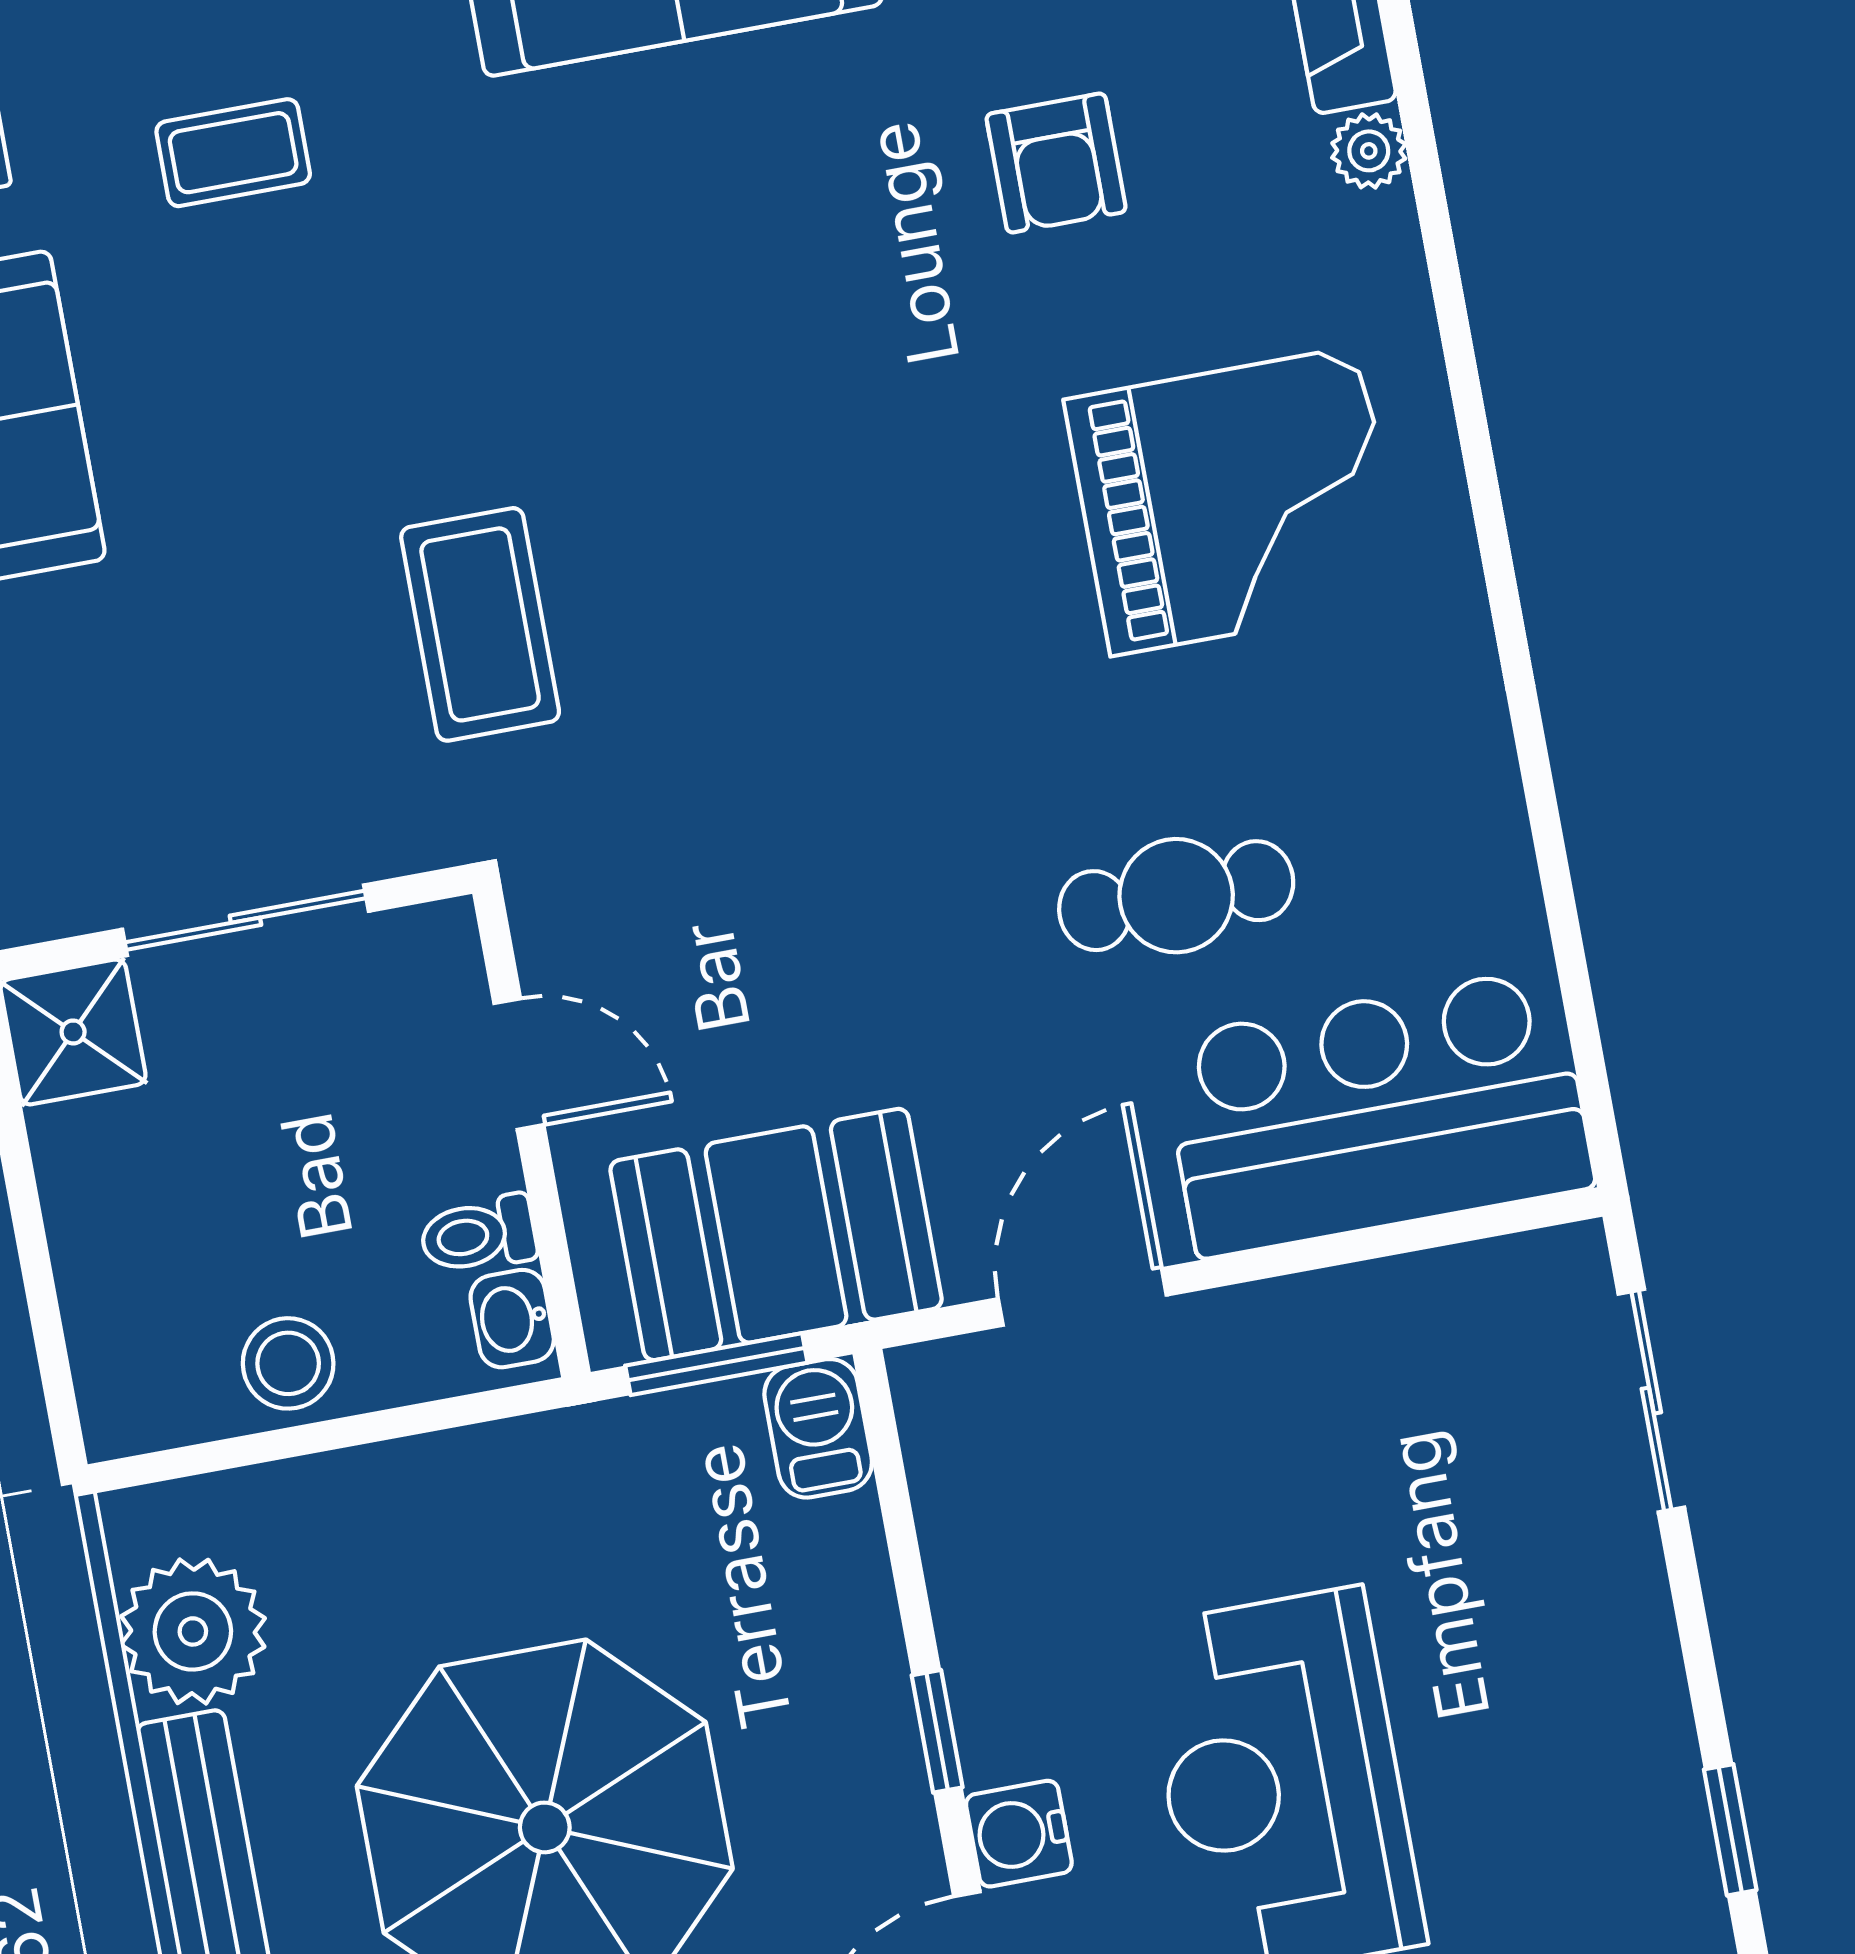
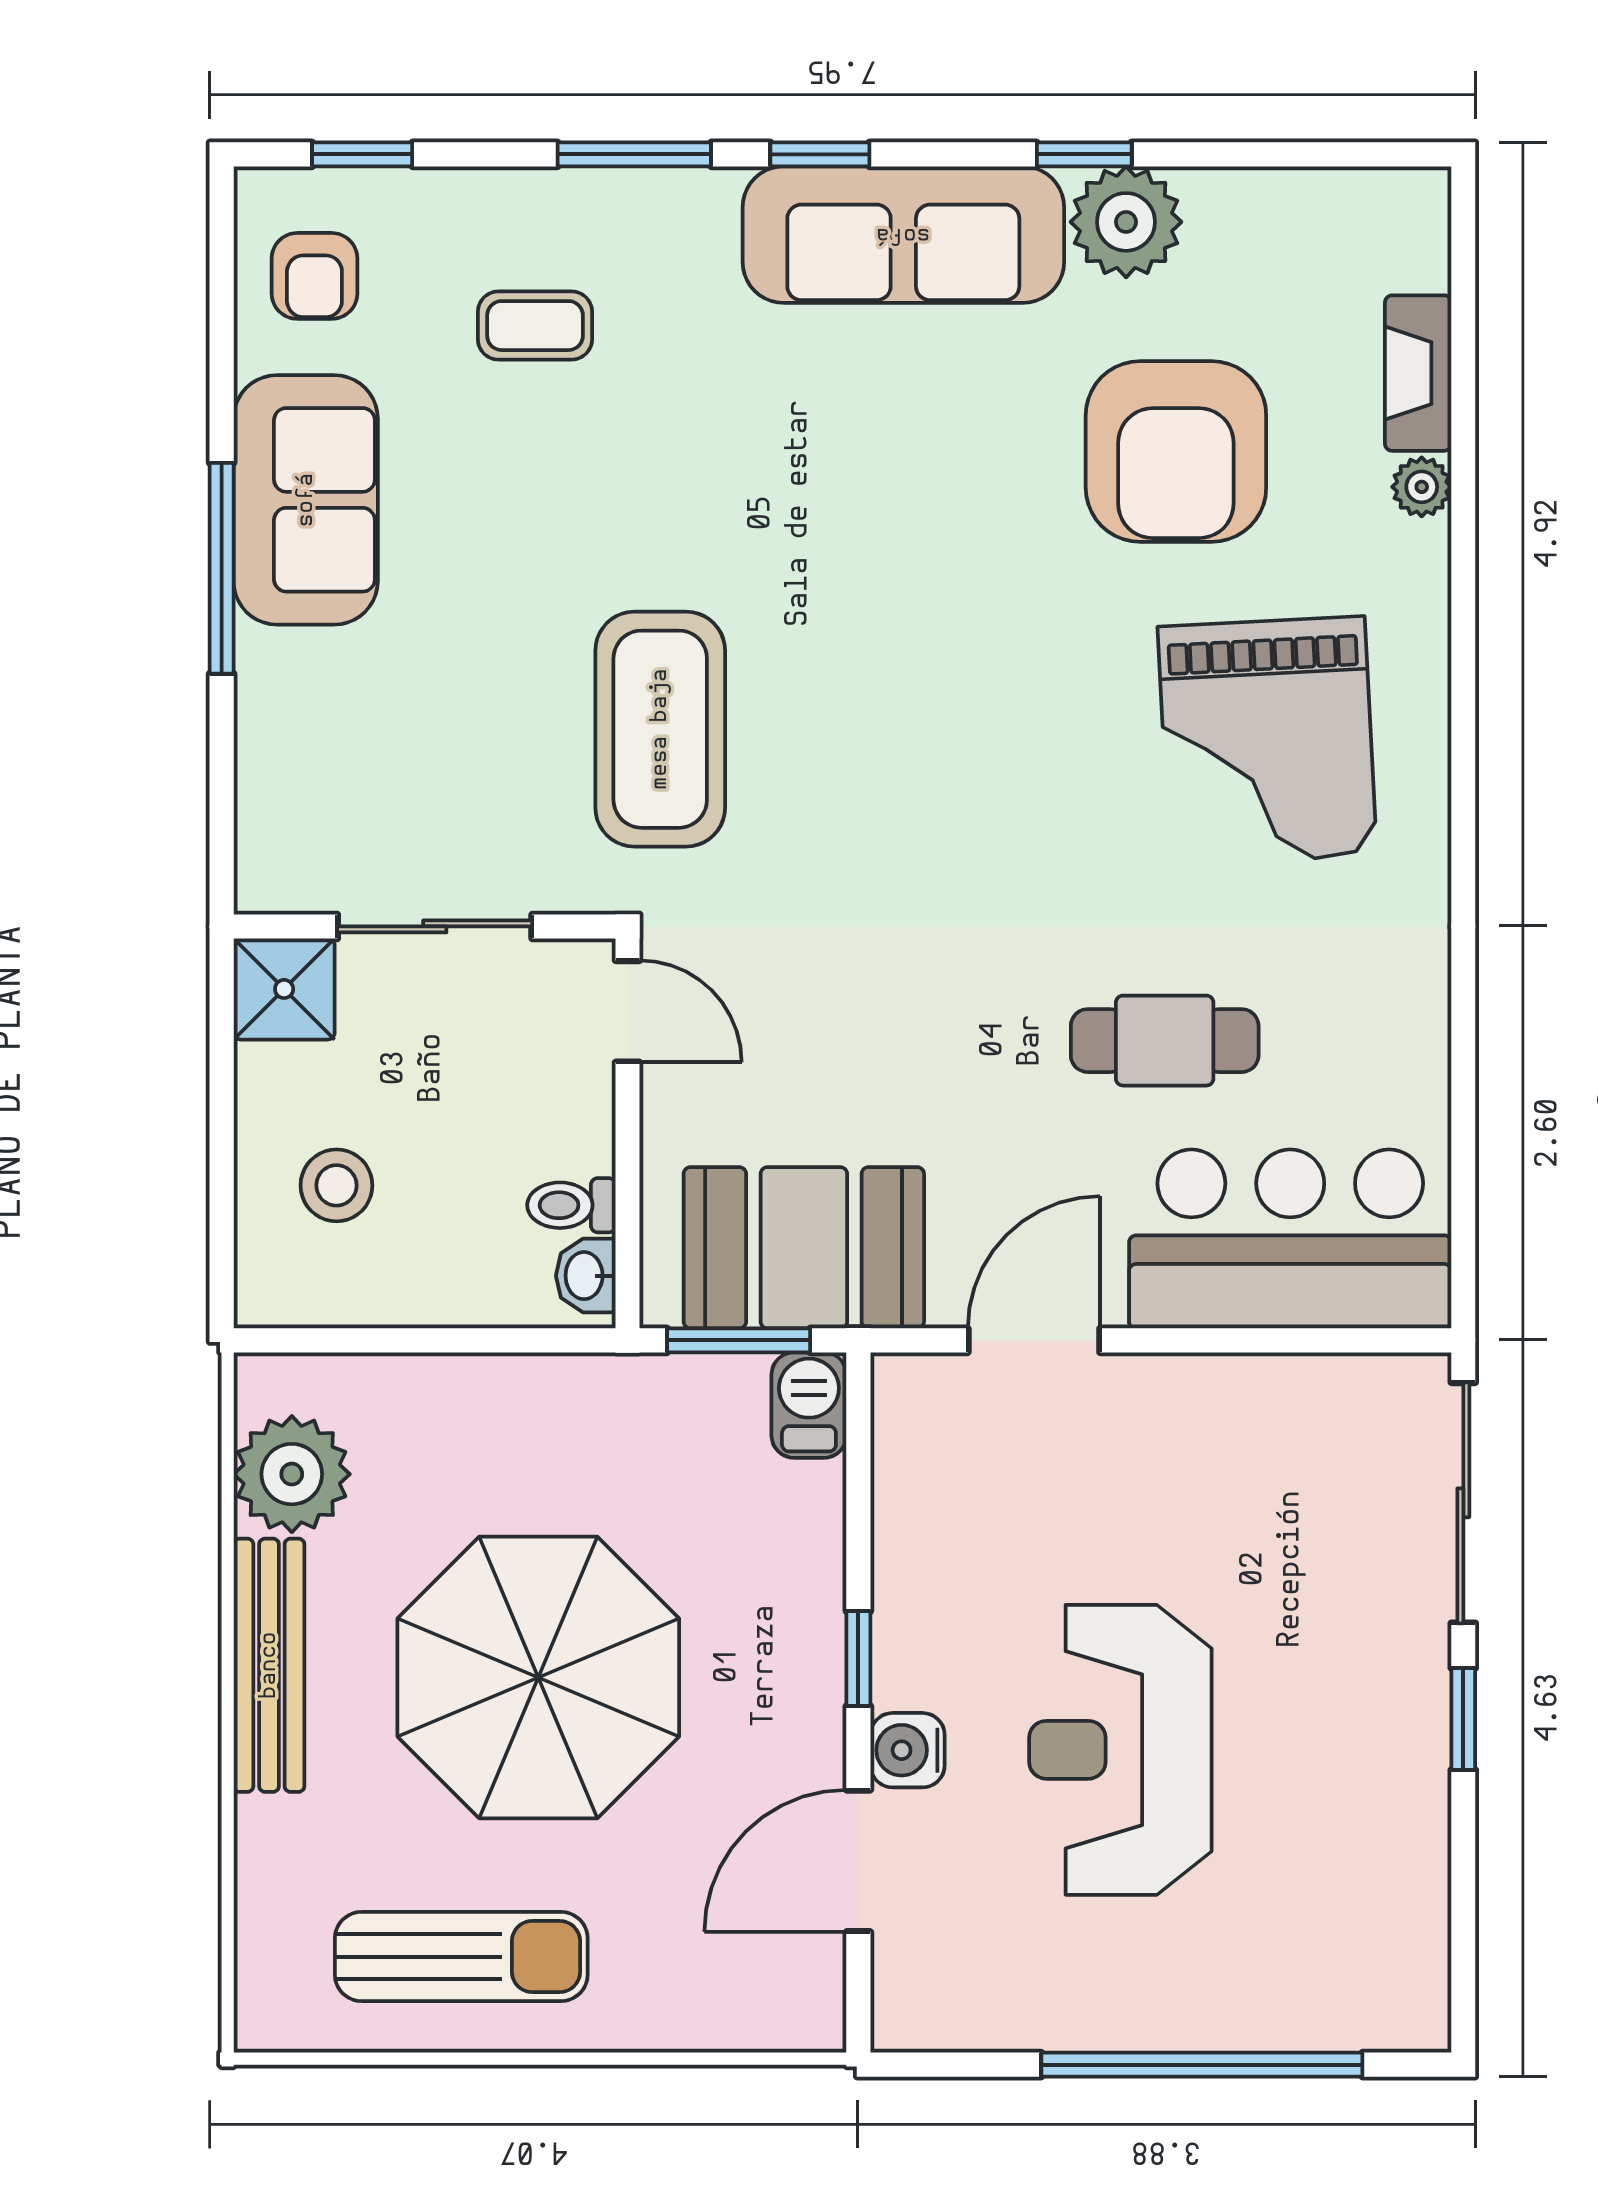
armchair: (1056, 163) -> (1176, 452), width x1.88, depth x1.88
grand piano: (1235, 501) -> (1267, 741), turned 87
coffee table: (480, 624) -> (660, 729), width x1.36, depth x1.32
door: (519, 1064) -> (628, 1011), moved
stool: (288, 1363) -> (336, 1185), moved
sliding door: (1651, 1401) -> (1463, 1503), width x1.37
window: (1730, 1830) -> (1463, 1719), moved

